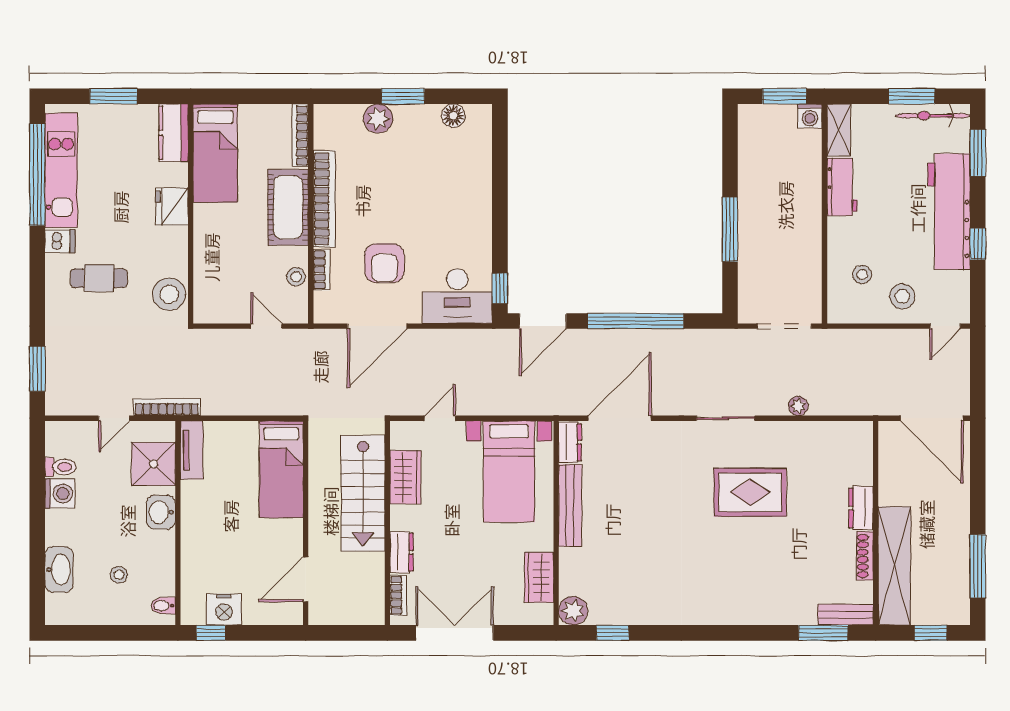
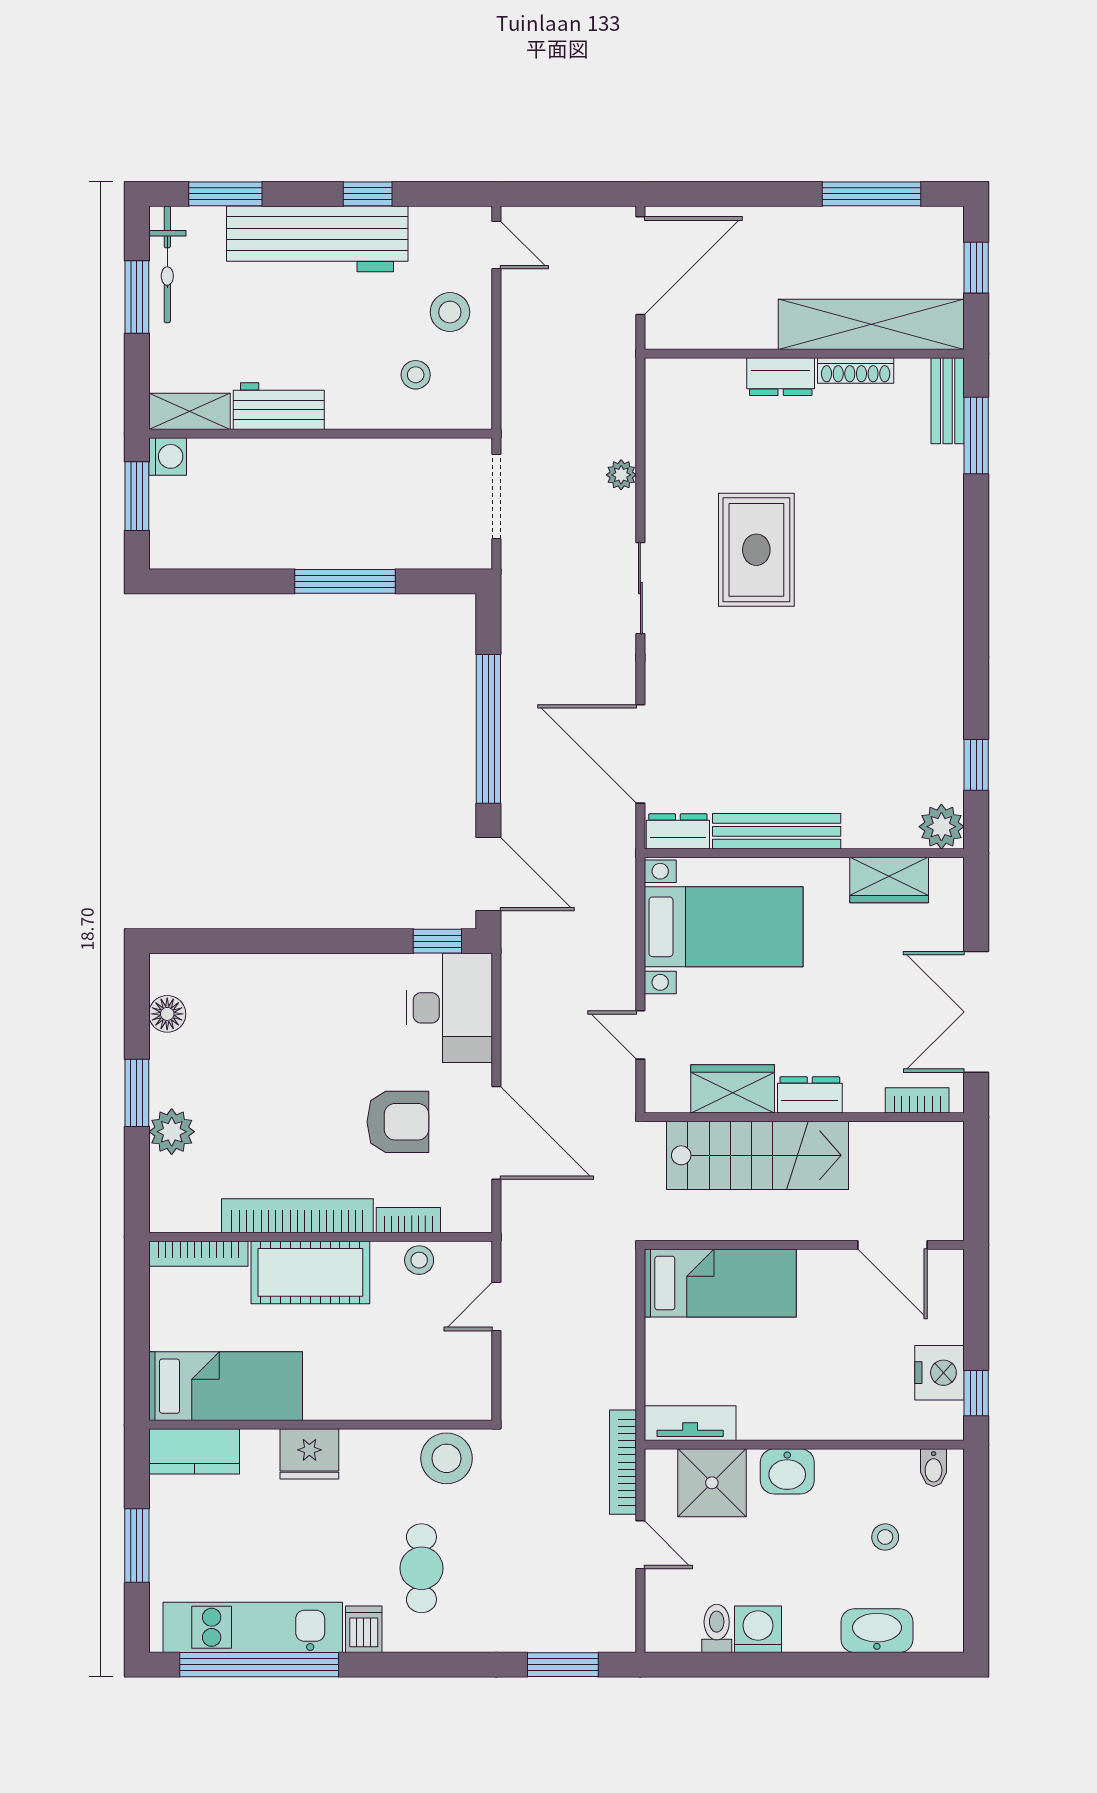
dresser: (402, 552) -> (810, 1095), moved

